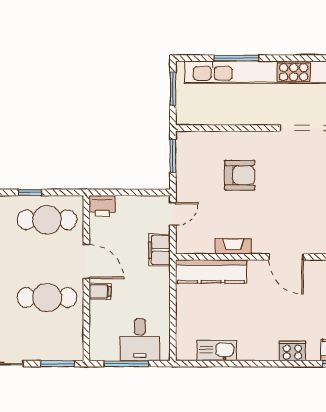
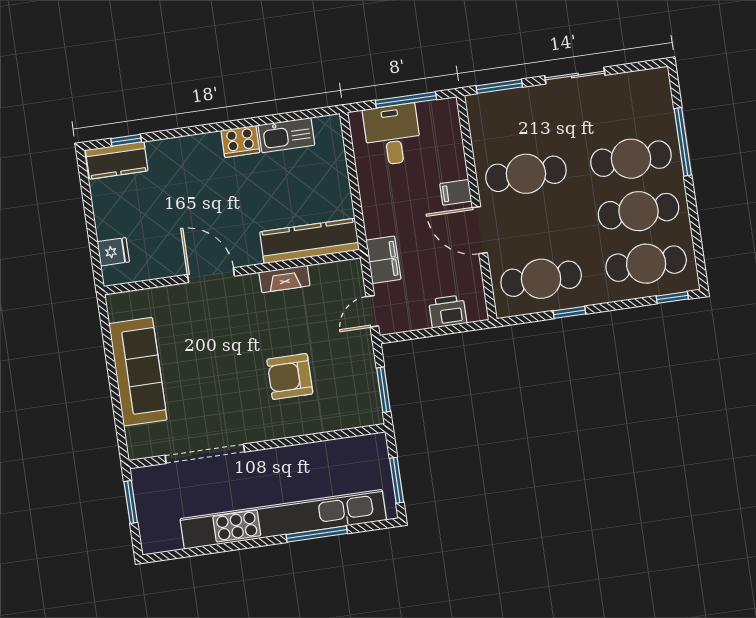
printer: (102, 206) -> (448, 311), moved
cooker: (292, 351) -> (240, 141), moved

